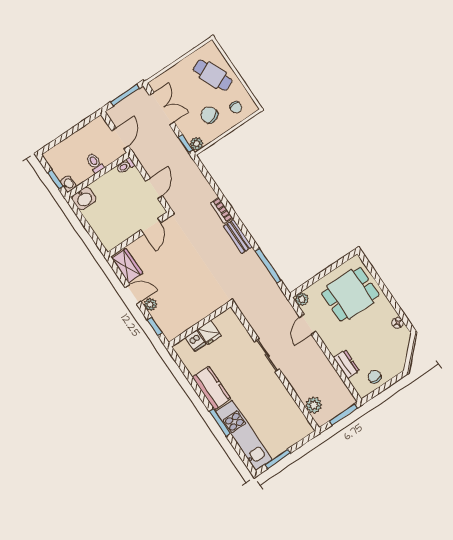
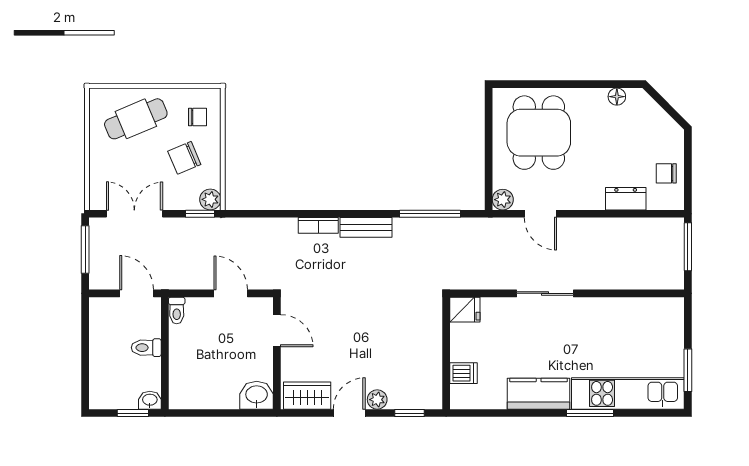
washbasin: (84, 198) -> (257, 395), moved, turned -90
fridge: (209, 332) -> (465, 310), moved
plant: (314, 405) -> (650, 277), removed

